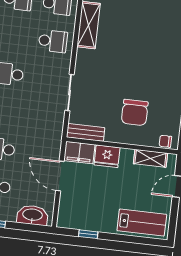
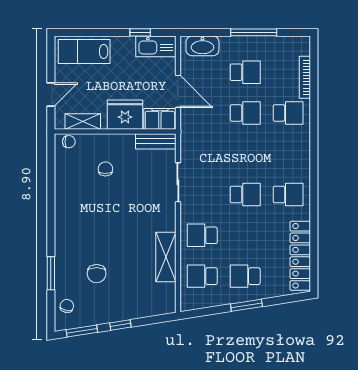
chair: (154, 17) -> (97, 274), added
chair: (135, 112) -> (105, 169), width x0.54, depth x0.54
fridge: (107, 156) -> (125, 115), width x1.36, depth x1.34
kitchen sink: (75, 220) -> (156, 46), added

